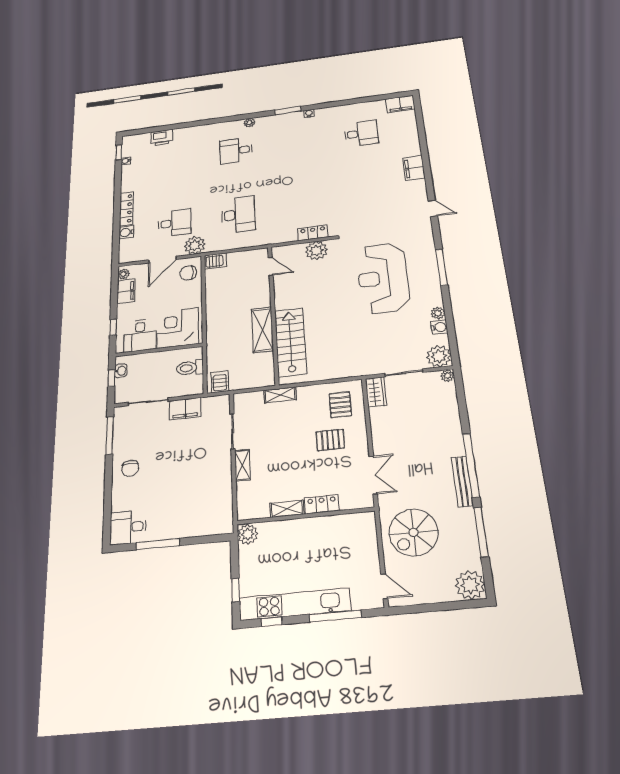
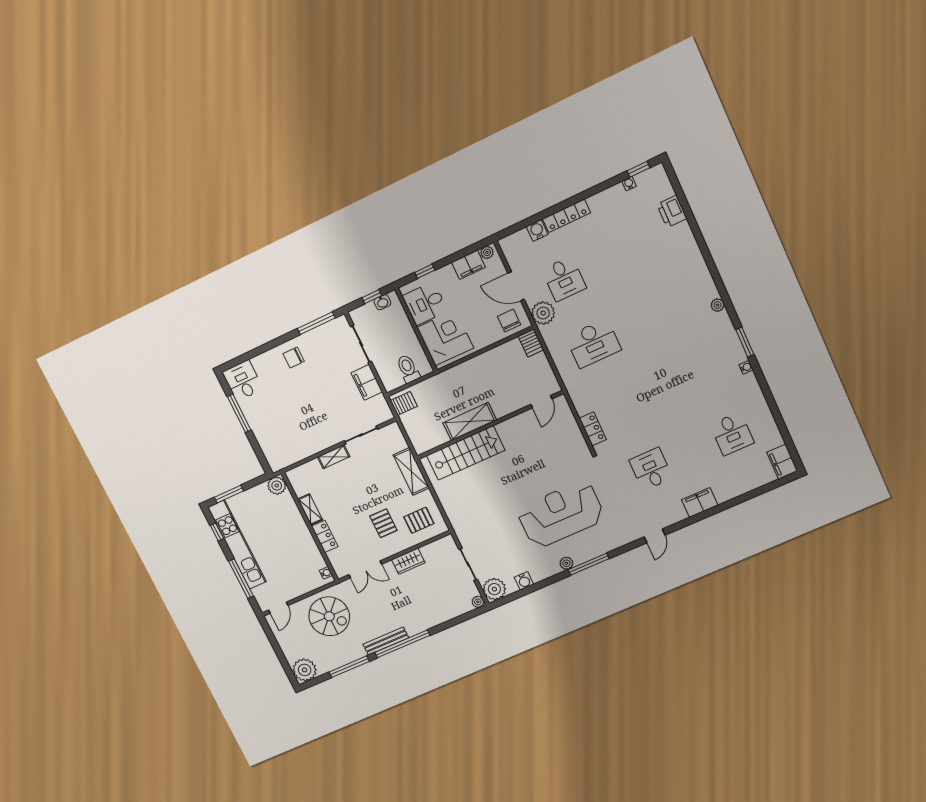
desk: (236, 151) -> (651, 469), moved
plant: (316, 251) -> (573, 440), removed
plant: (438, 313) -> (566, 563), moved
wardrobe: (376, 392) -> (408, 561), moved
shelving: (280, 395) -> (411, 471), width x1.50, depth x1.33
water cooler: (362, 518) -> (326, 573), added
spiral stairs: (414, 532) -> (329, 616), turned 180
window: (236, 590) -> (229, 494), width x1.50

